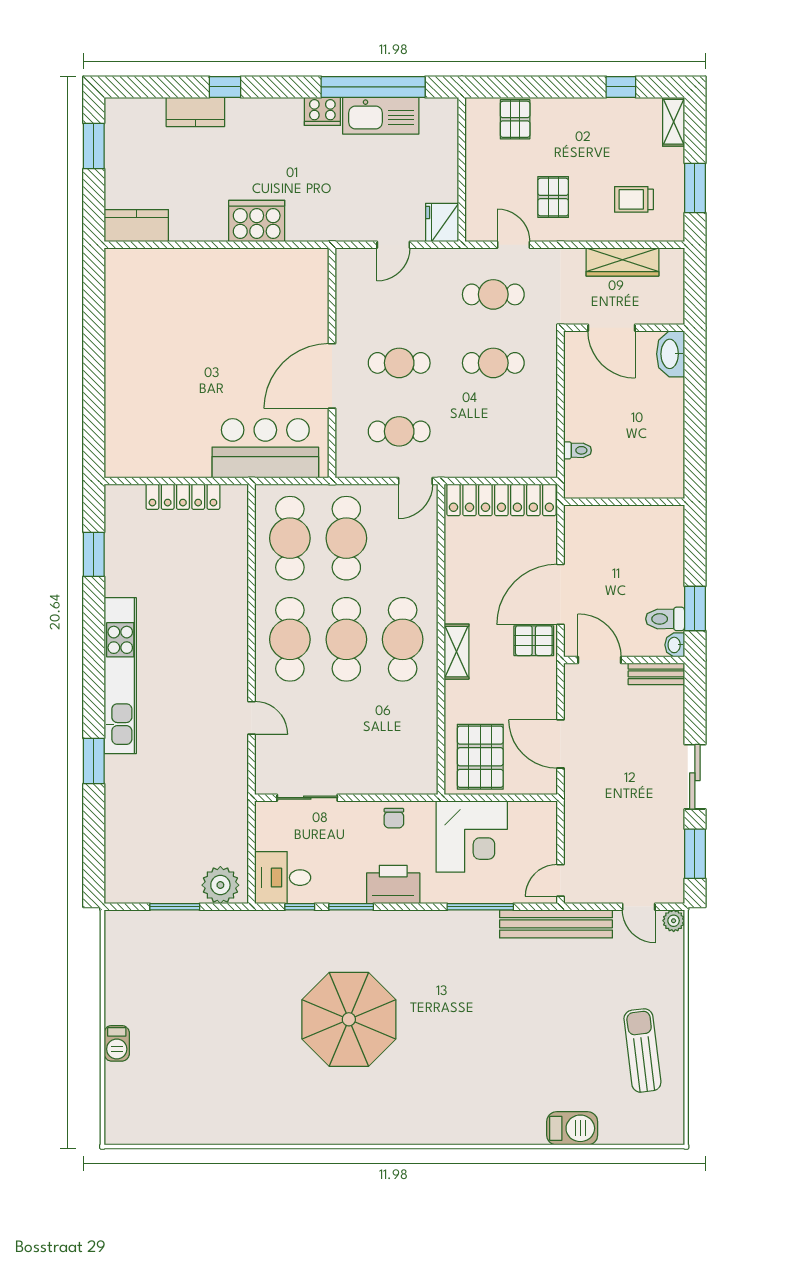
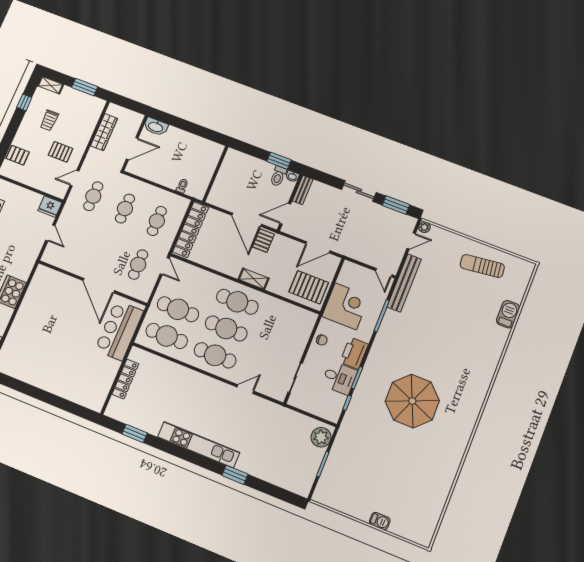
trolley: (634, 199) -> (49, 120), moved
cafe table: (399, 363) -> (157, 221), moved
desk: (283, 878) -> (339, 378), moved, turned -90

